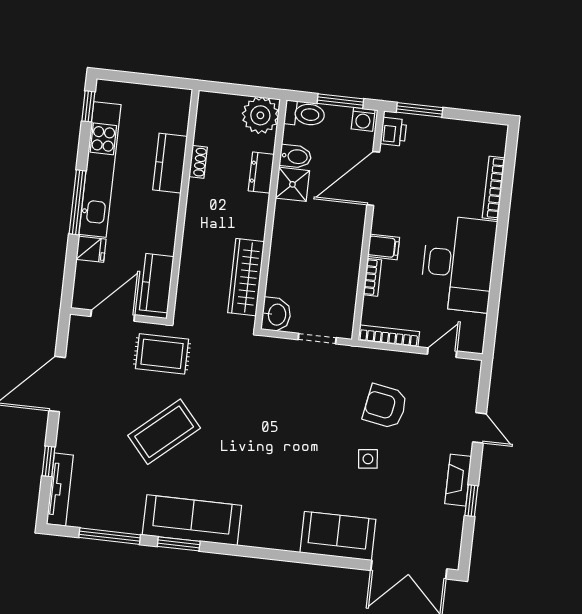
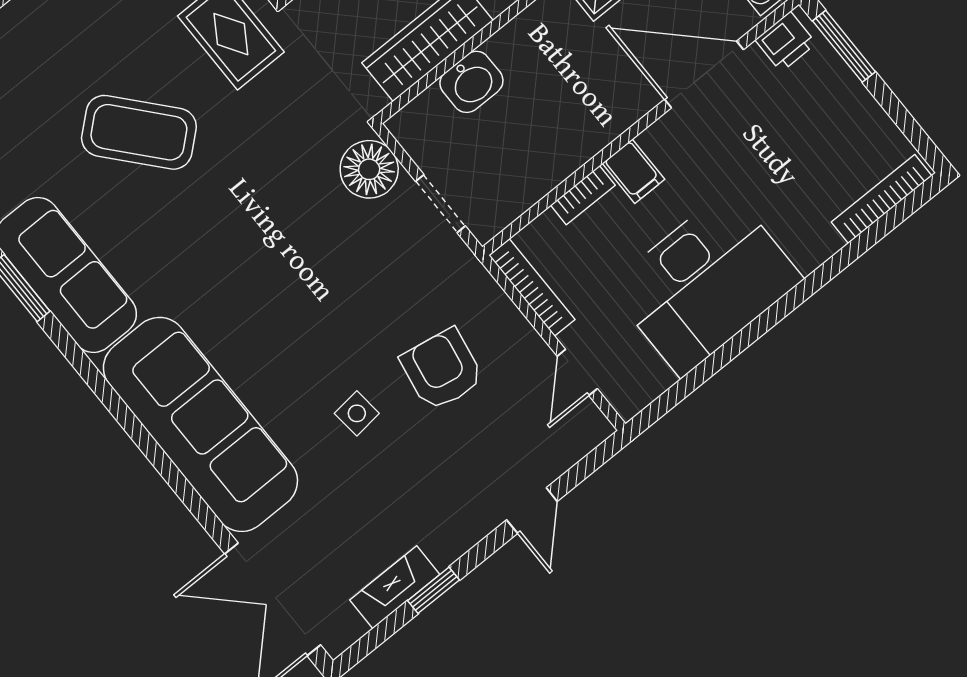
bookcase: (494, 188) -> (882, 199), moved
washbasin: (276, 315) -> (471, 82), moved
floor lamp: (274, 353) -> (369, 169), added
door: (442, 353) -> (577, 372), swing flipped
fireplace: (458, 480) -> (395, 587), moved
sofa: (338, 536) -> (200, 424), width x1.85, depth x1.27

